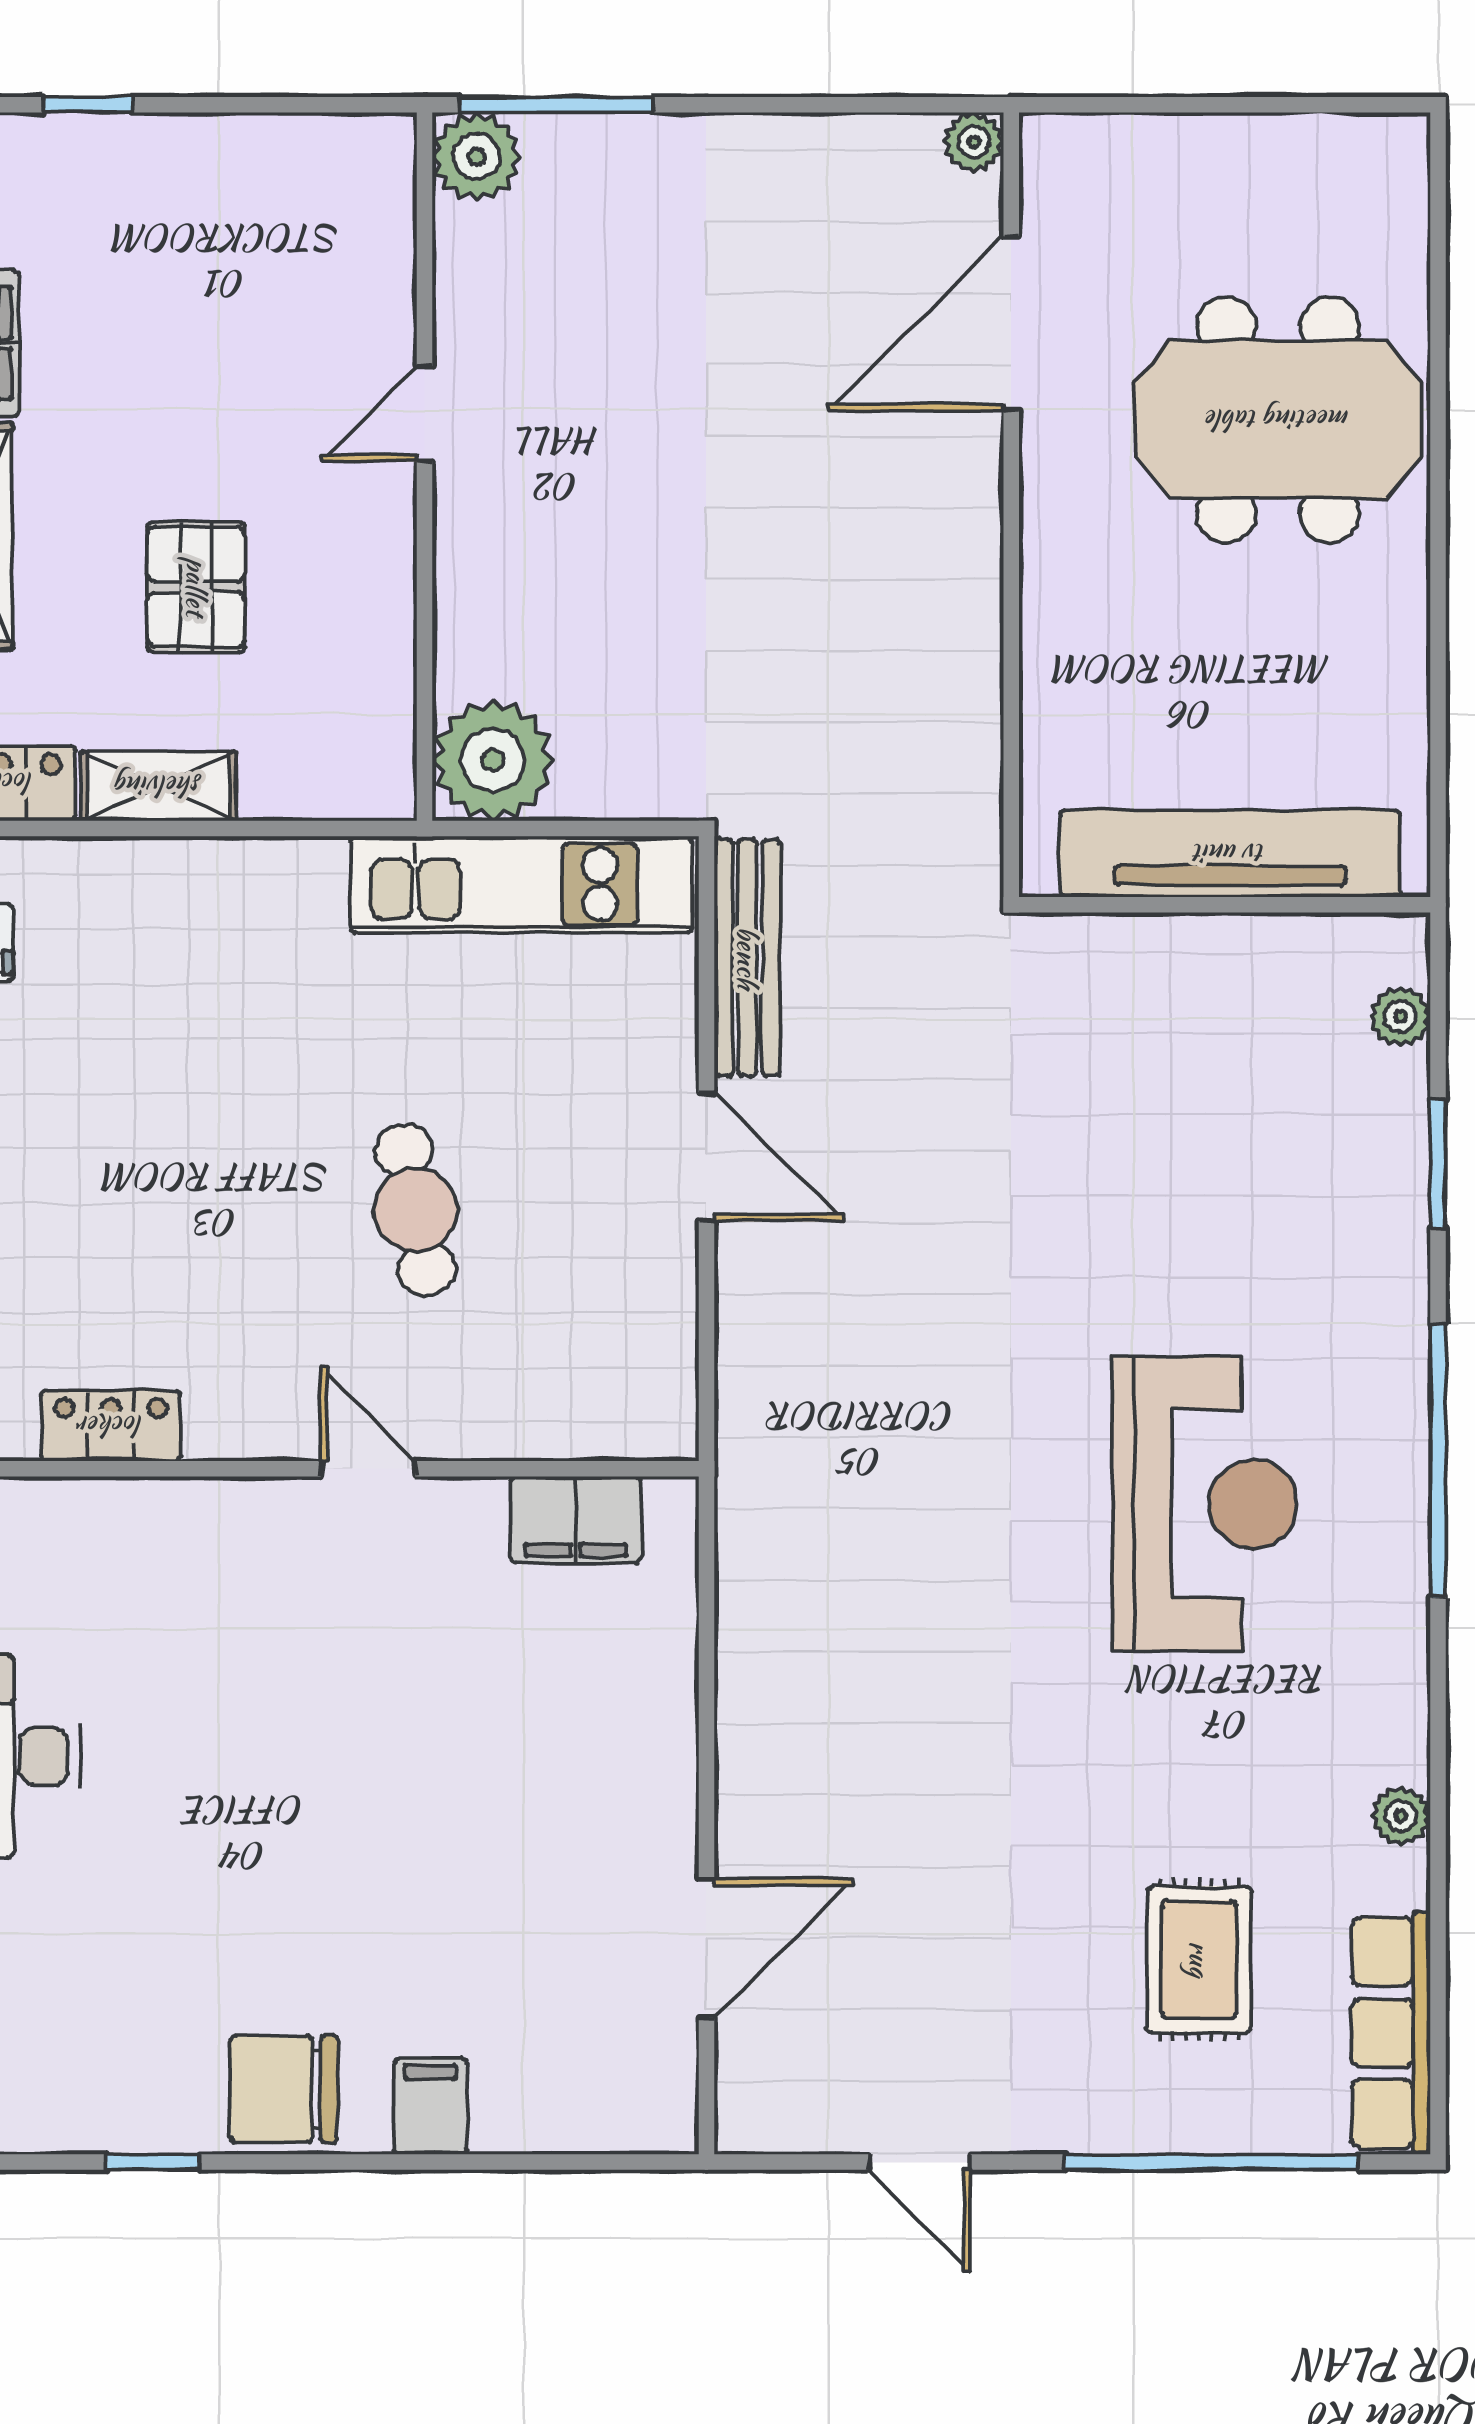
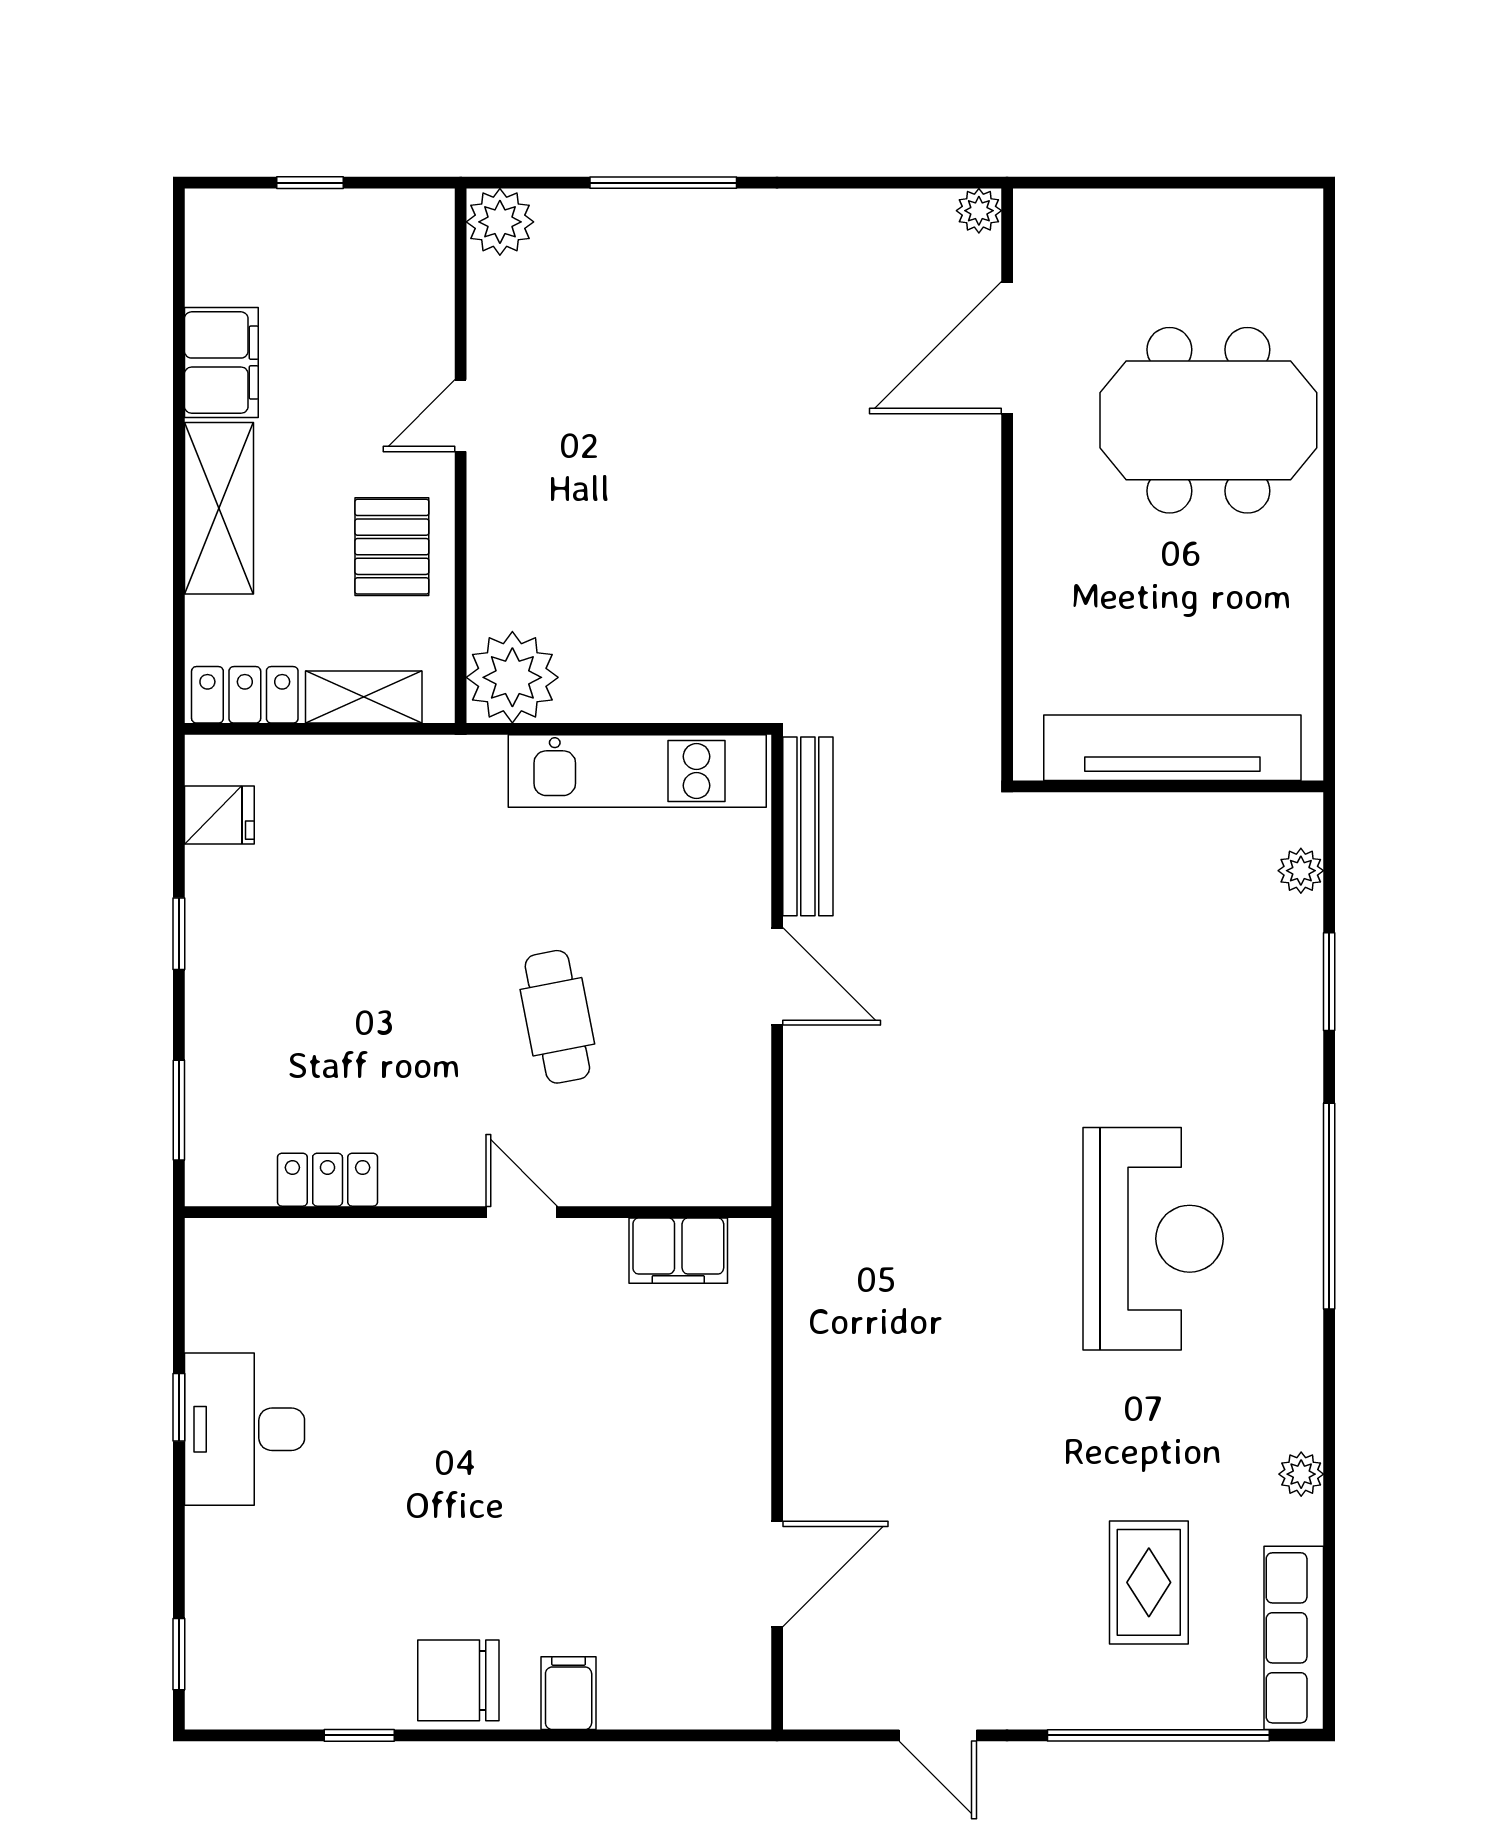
plant: (477, 157) -> (500, 222), moved
door: (425, 414) -> (461, 416), moved
wall: (425, 467) -> (461, 456), moved
plant: (493, 760) -> (512, 677), moved

